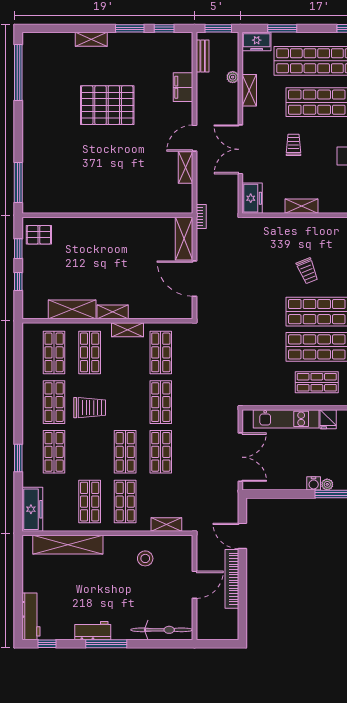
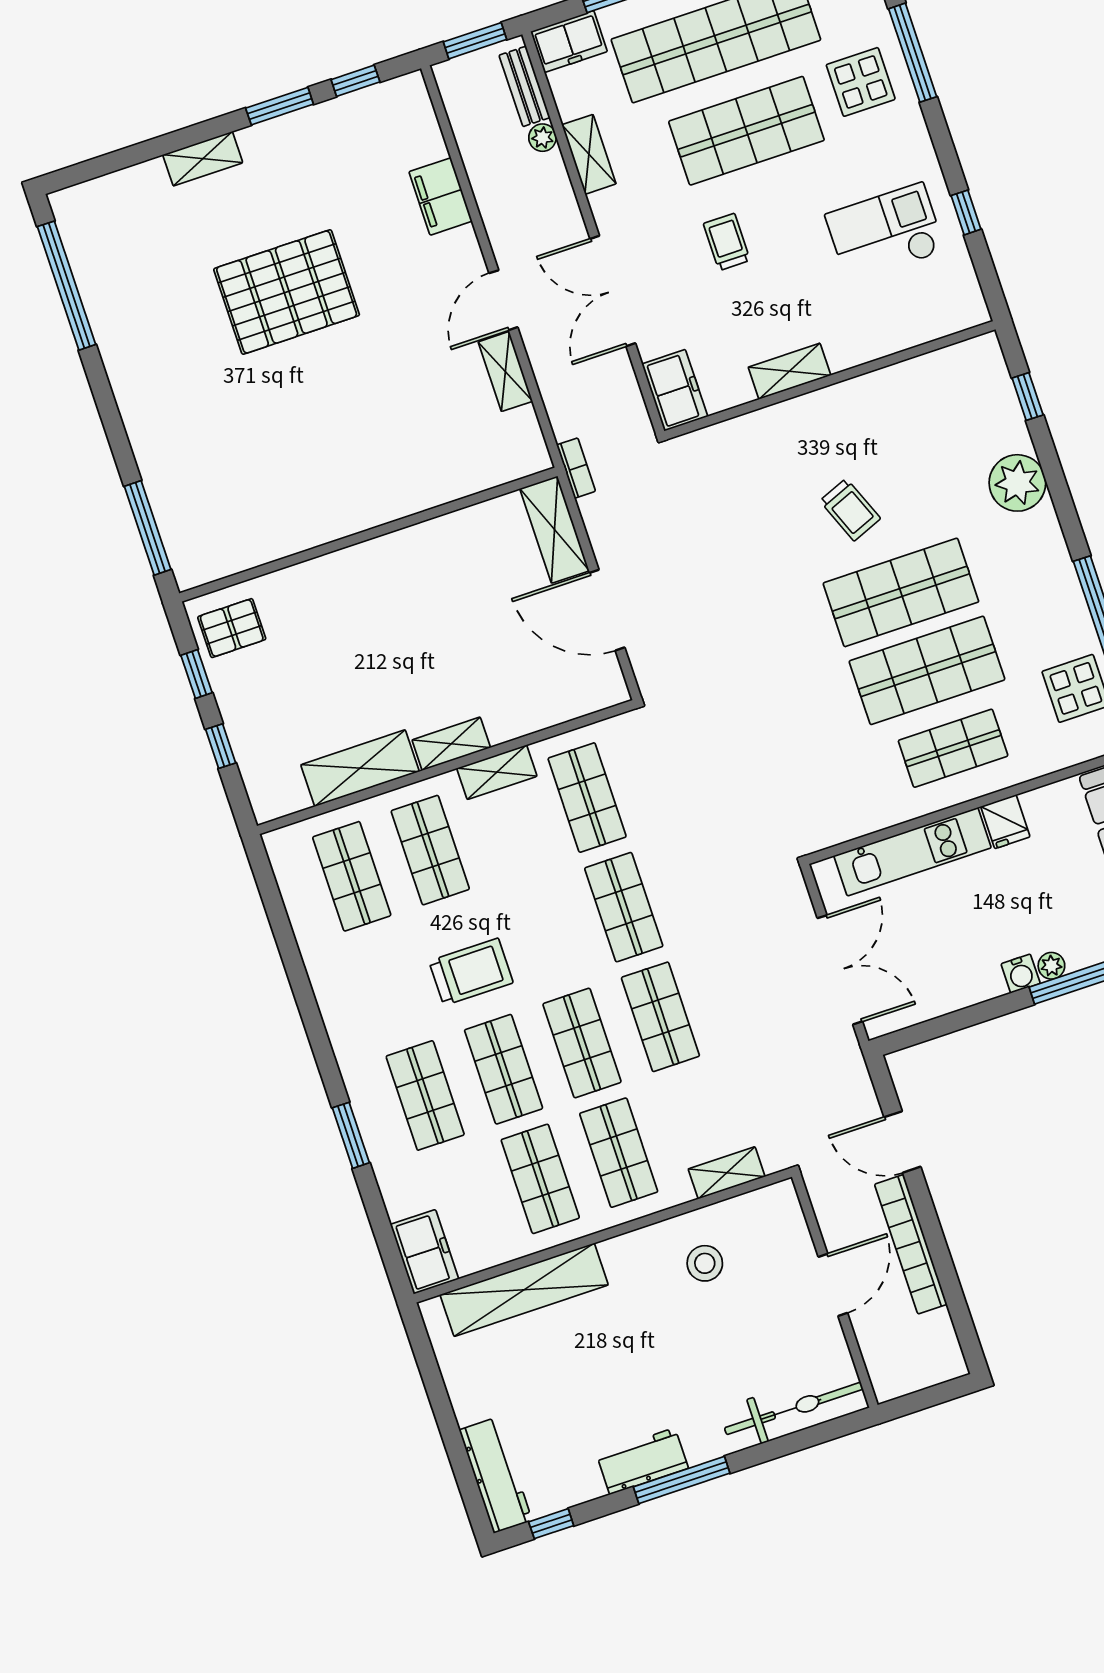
bench: (203, 56) -> (525, 86), moved
shop shelf: (54, 402) -> (504, 1069), moved
freezer: (32, 509) -> (424, 1252), width x0.71

